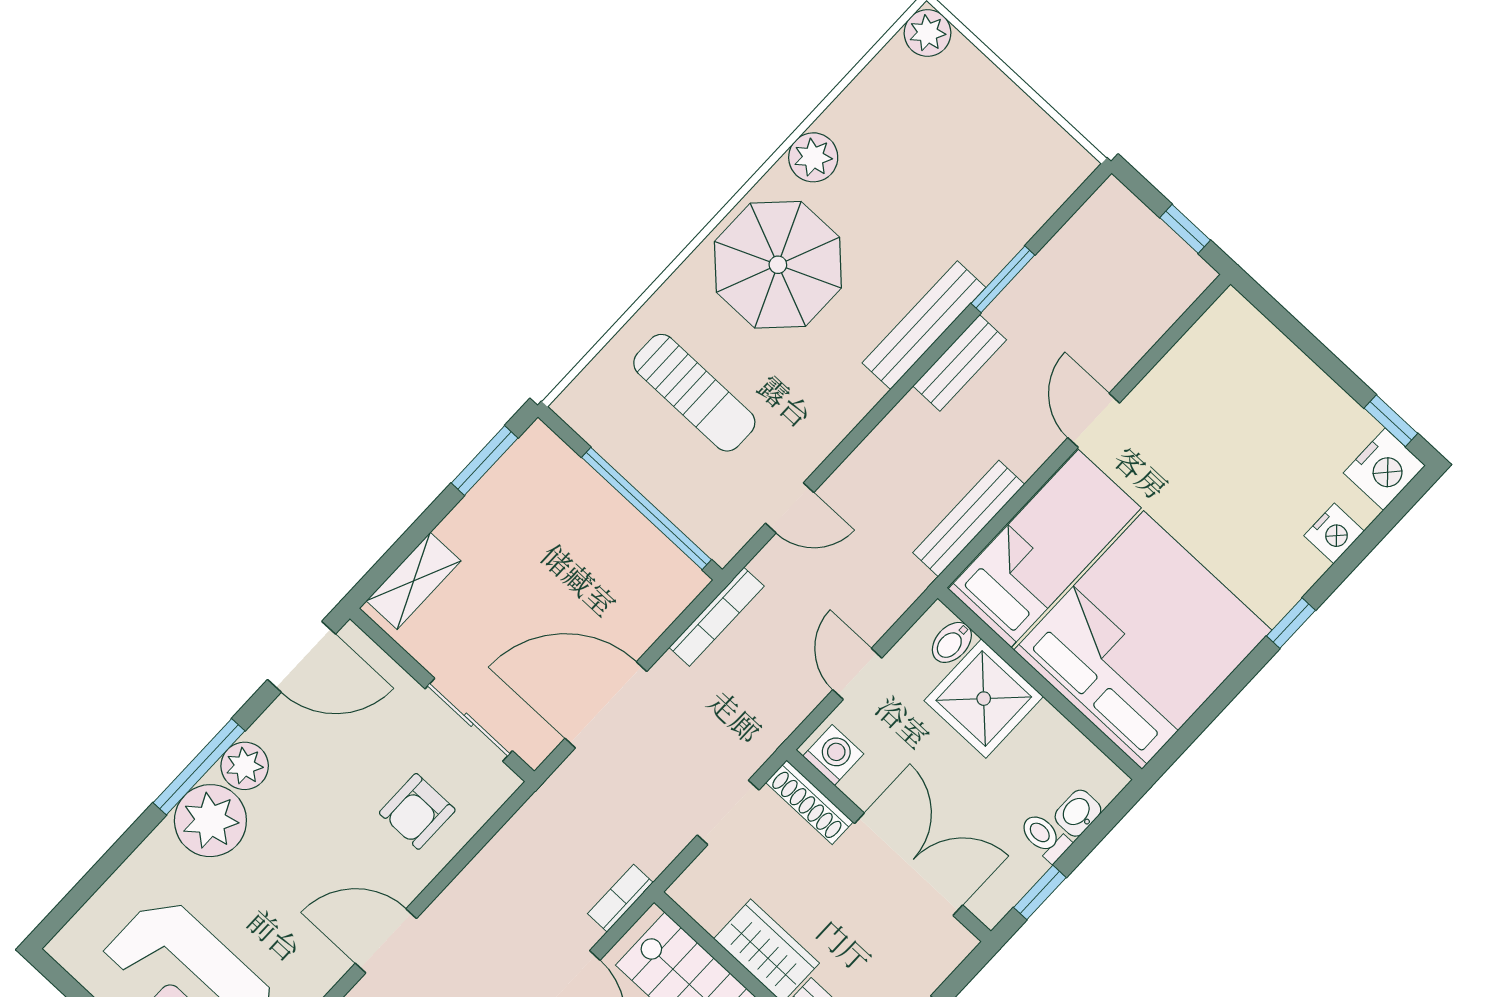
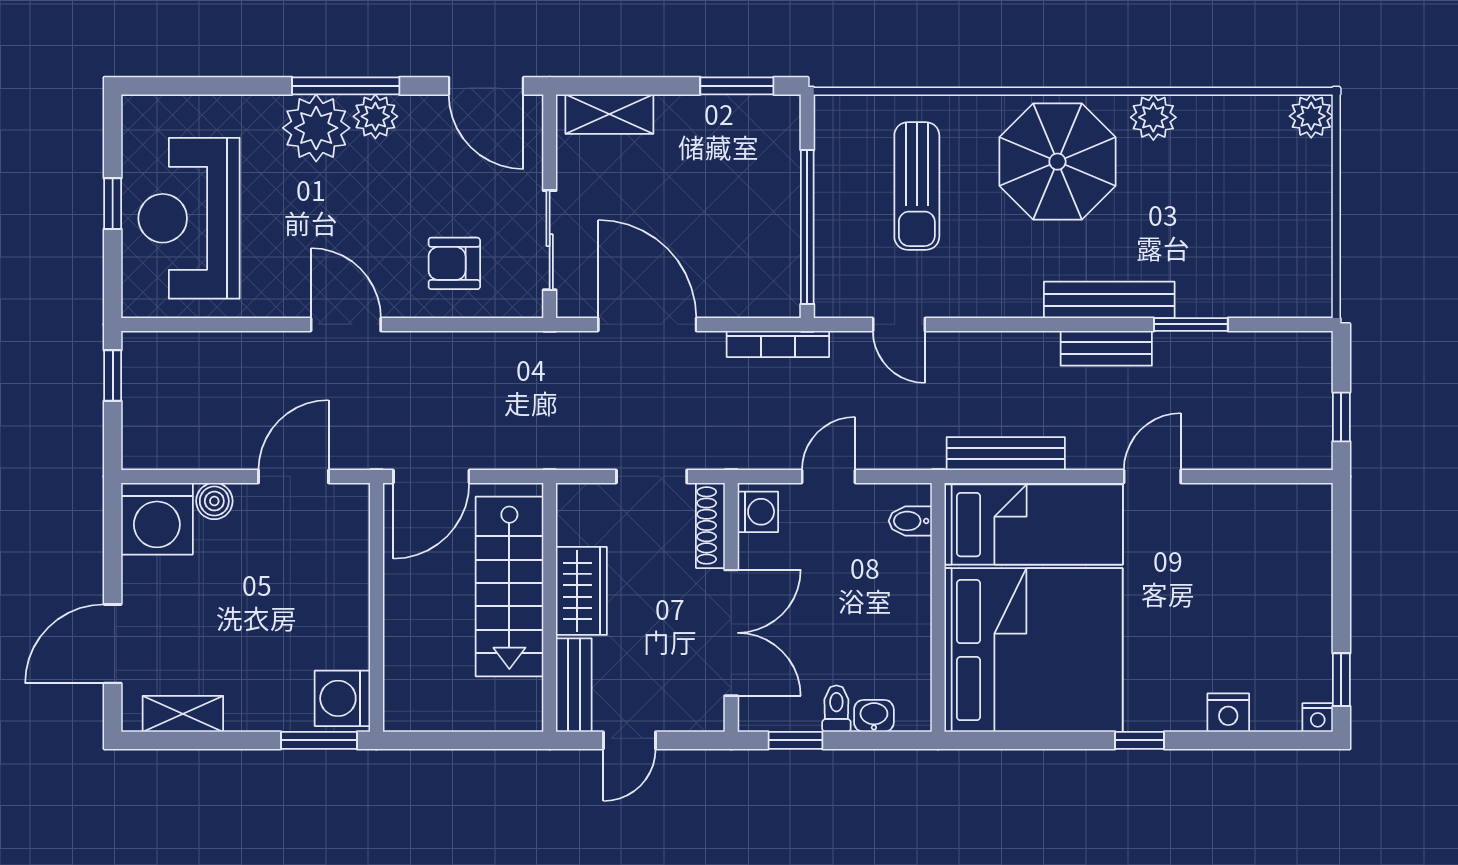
nightstand: (1384, 469) -> (1318, 718), width x0.53, depth x0.56
shower: (984, 699) -> (892, 579), removed
bookcase: (620, 898) -> (524, 458), removed

